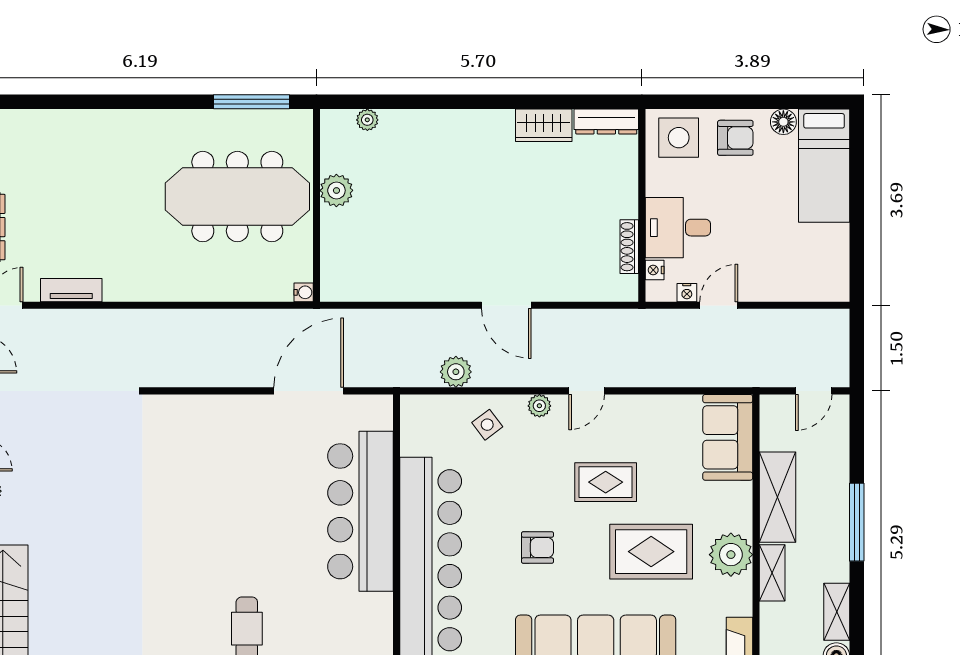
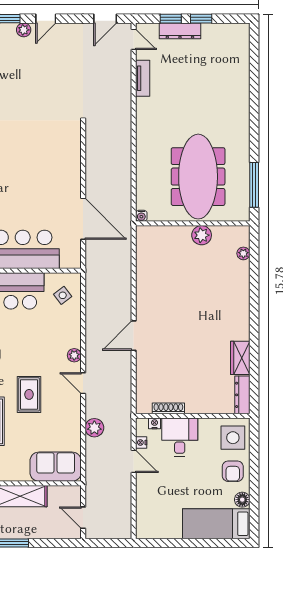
plant: (456, 372) -> (94, 428), moved
side table: (487, 425) -> (63, 295), moved

